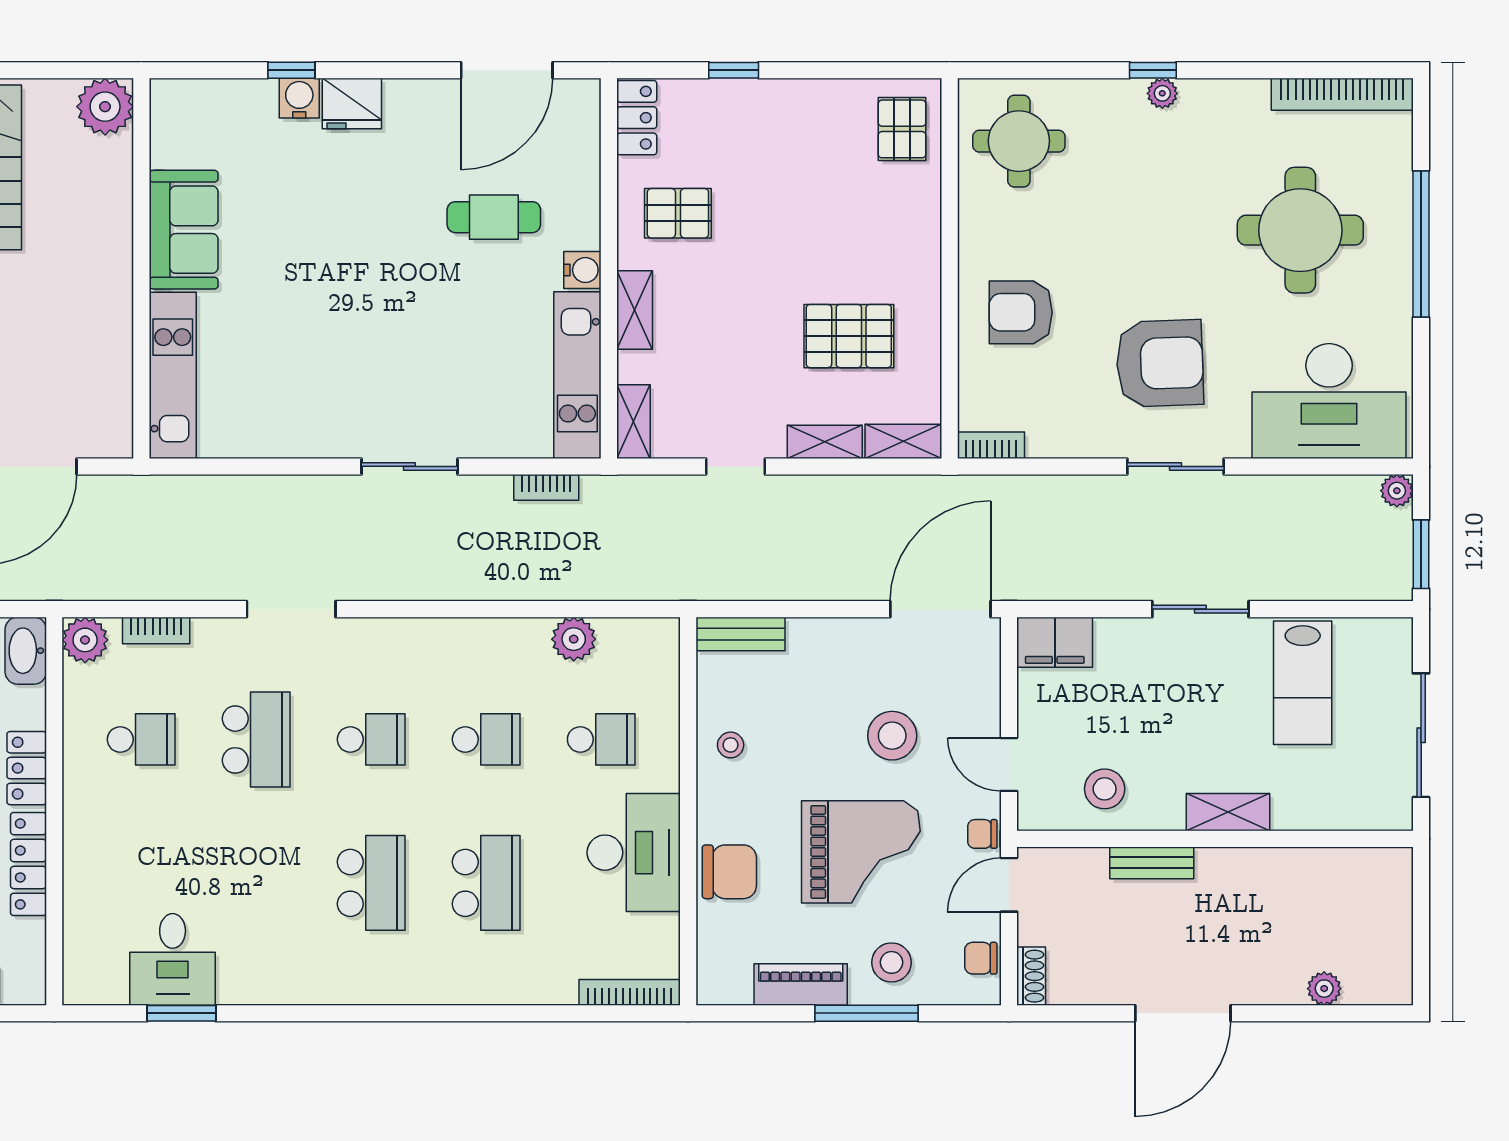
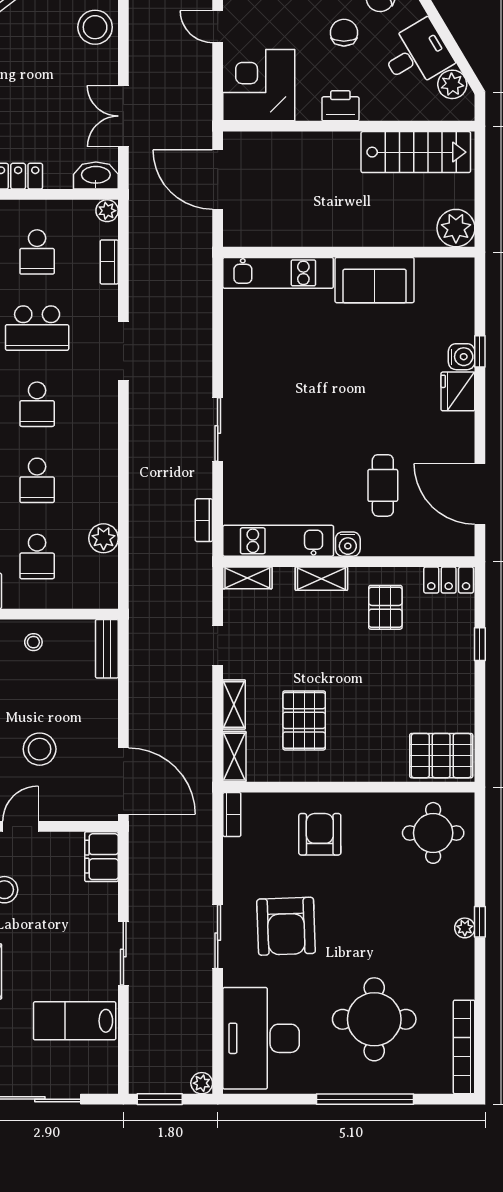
pallet: (902, 129) -> (441, 756), width x1.50, depth x1.42
plant: (85, 640) -> (107, 211), width x0.73, depth x0.73

